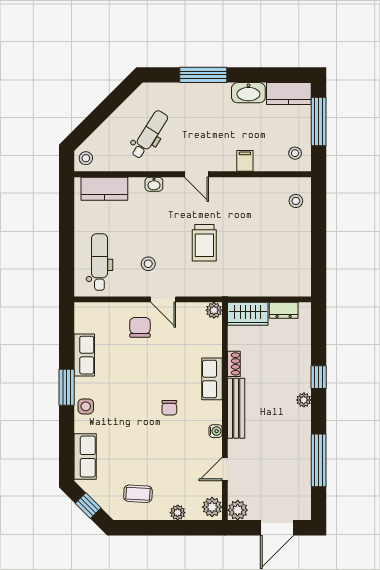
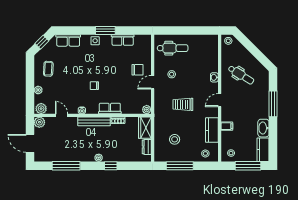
kitchen counter: (104, 189) -> (212, 130), moved
window: (319, 249) -> (180, 166), added
stool: (269, 258) -> (175, 139), added

